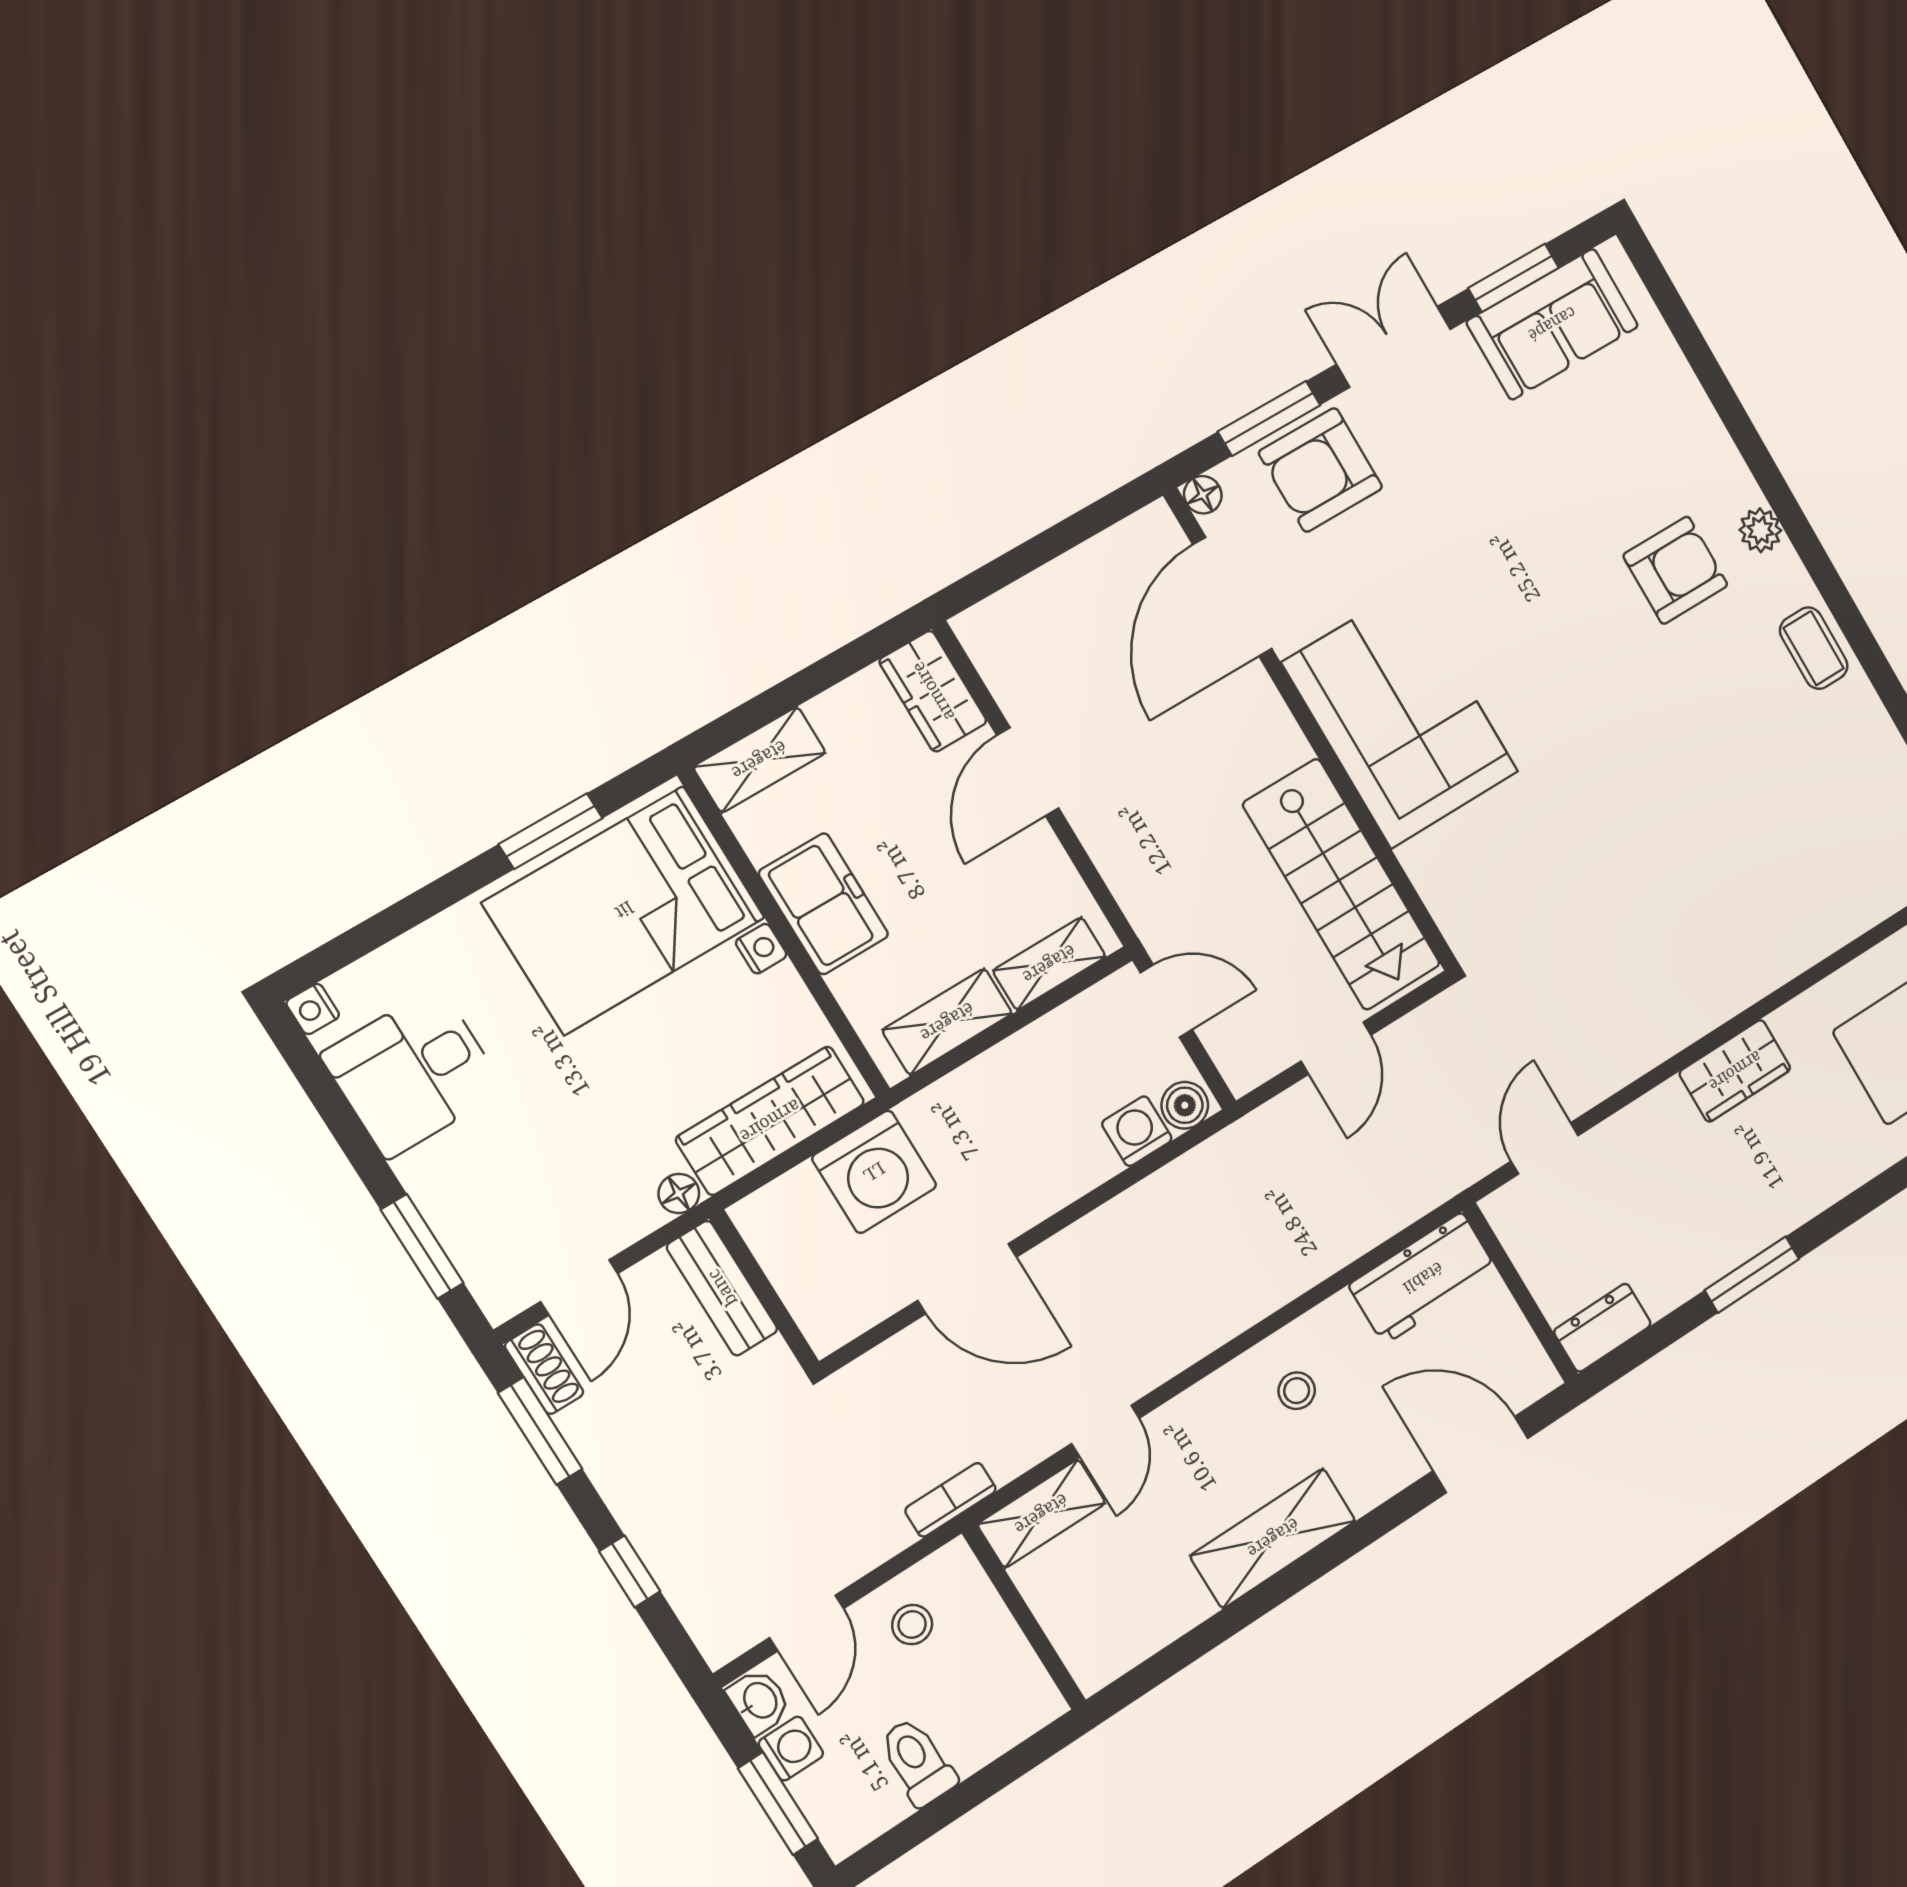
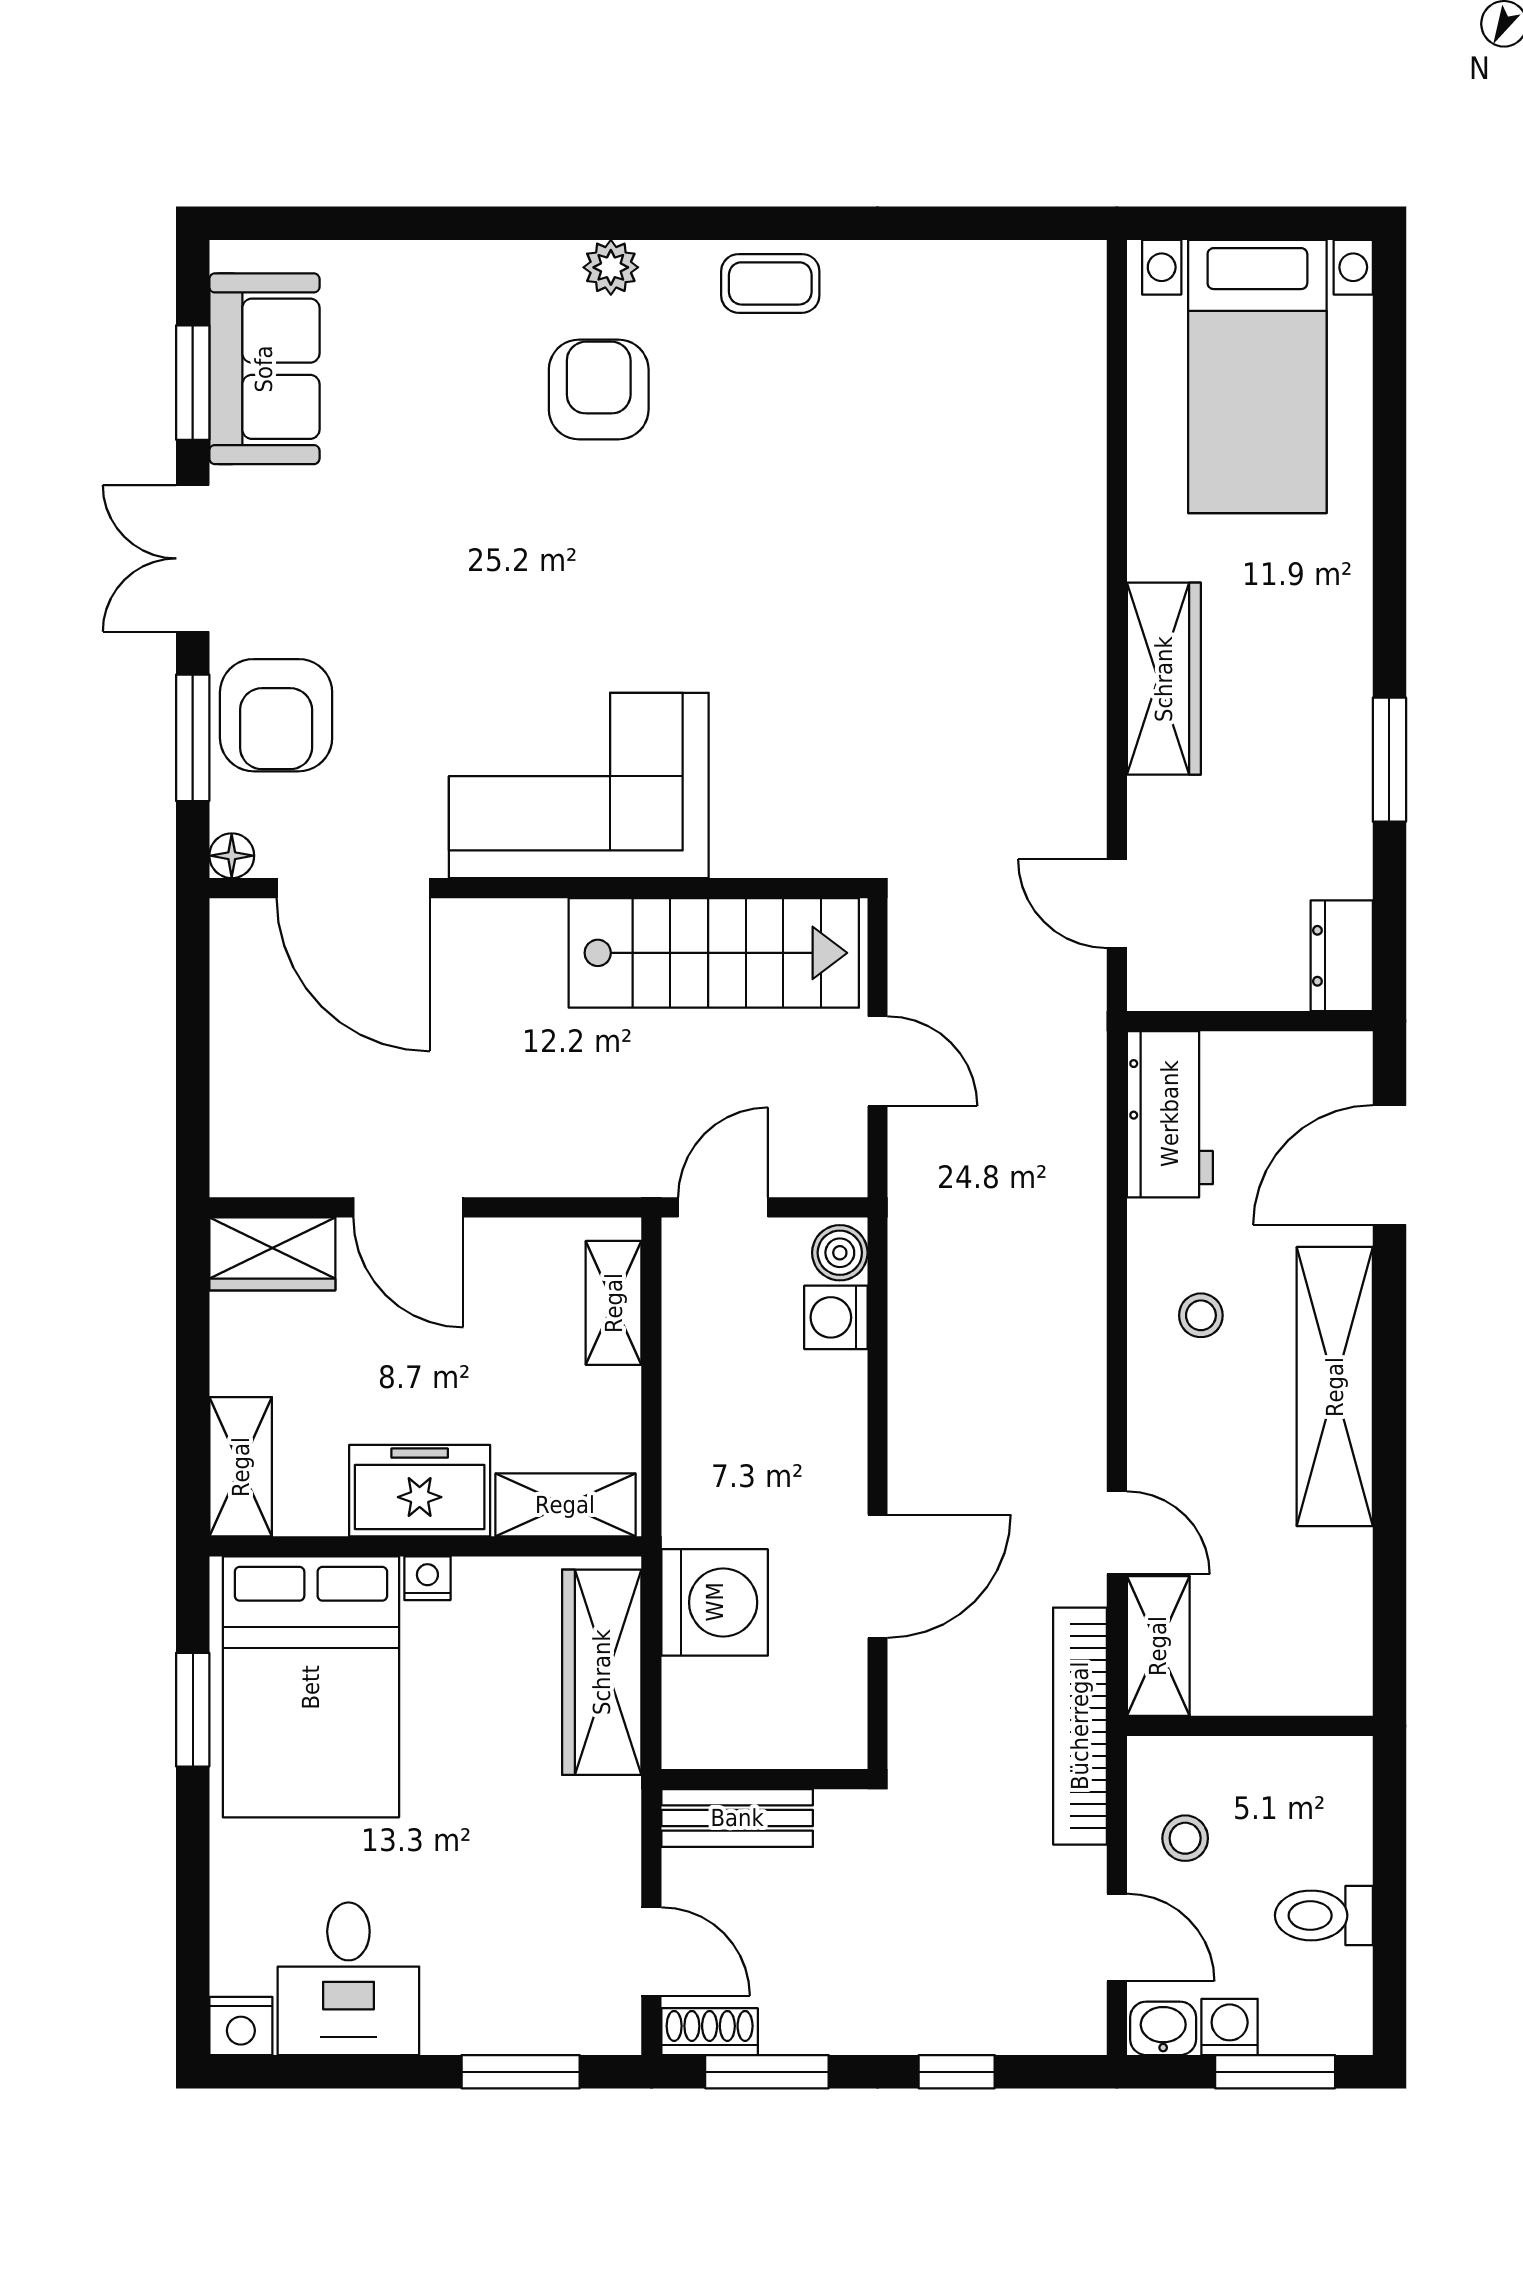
nightstand: (313, 1009) -> (241, 2026), width x1.39, depth x1.35
shelving: (947, 1022) -> (565, 1505), moved, turned 90
wardrobe: (1735, 1071) -> (1164, 679), width x1.50
floor lamp: (679, 1193) -> (619, 1803), removed
bookcase: (951, 1500) -> (1080, 1726), width x2.31, depth x1.31
shelving: (1273, 1538) -> (1335, 1387), width x1.47

